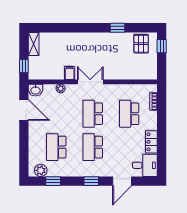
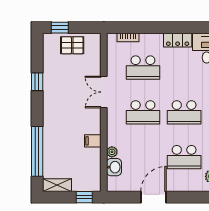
window: (61, 28) -> (37, 151), added
pallet: (141, 44) -> (72, 45), moved
double door: (90, 82) -> (104, 92), moved
washbasin: (35, 90) -> (114, 167), moved
door: (24, 110) -> (153, 197), moved

